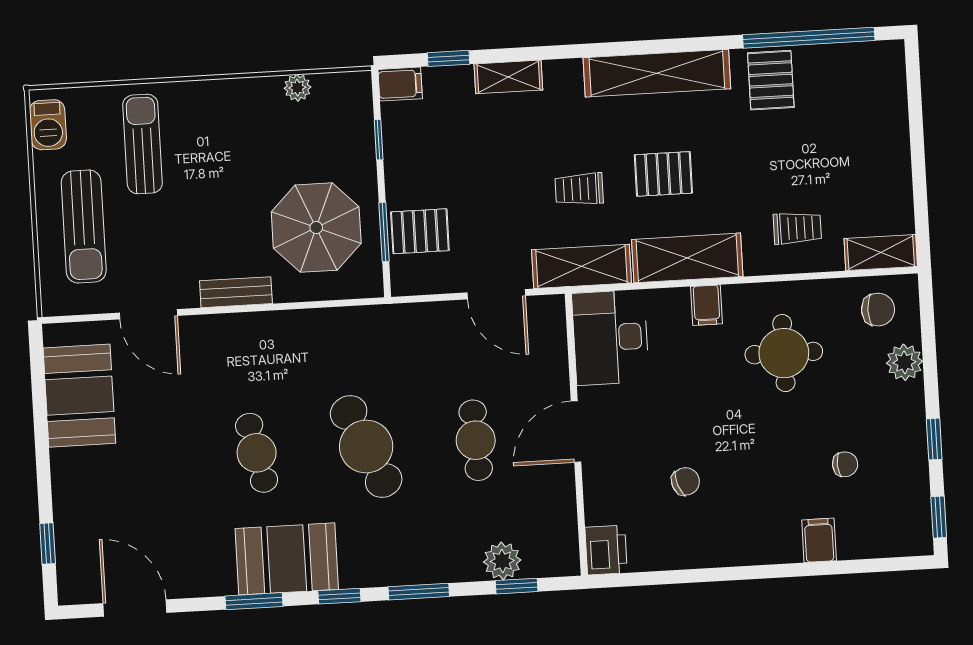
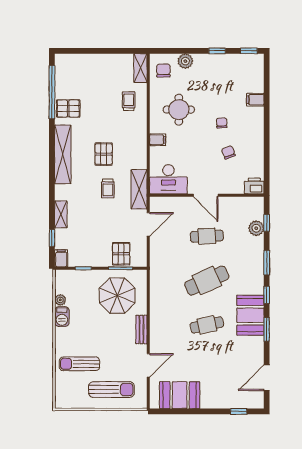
barbecue: (48, 125) -> (62, 317), moved, turned 90
shelving: (687, 258) -> (138, 146), removed
chair: (845, 464) -> (222, 123), moved

